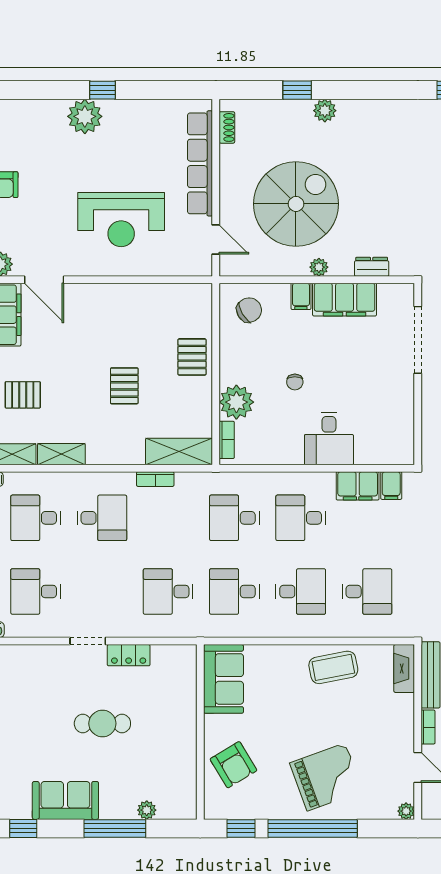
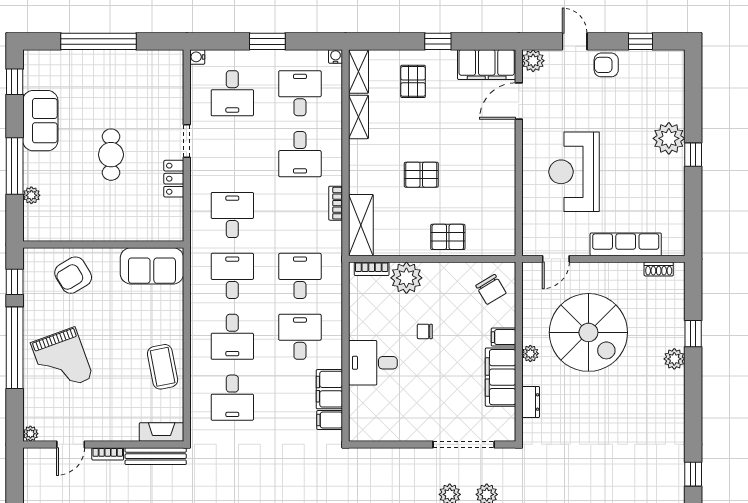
row of seats: (200, 163) -> (626, 244), width x0.73
desk: (36, 591) -> (232, 93), turned 180

